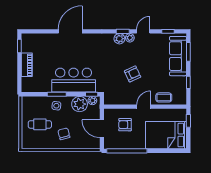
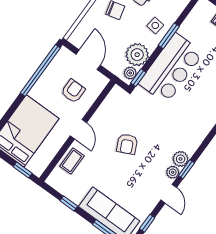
door: (102, 129) -> (88, 60), hinge flipped

